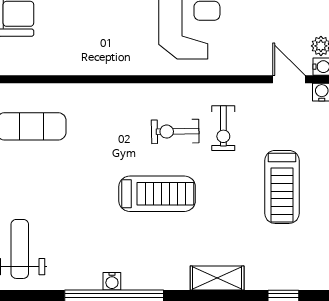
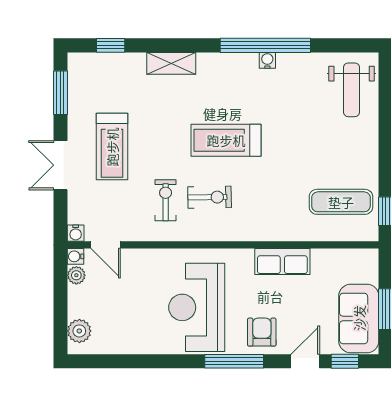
row of seats: (95, 61) -> (282, 261), added
treadmill: (282, 187) -> (112, 147), turned 180

